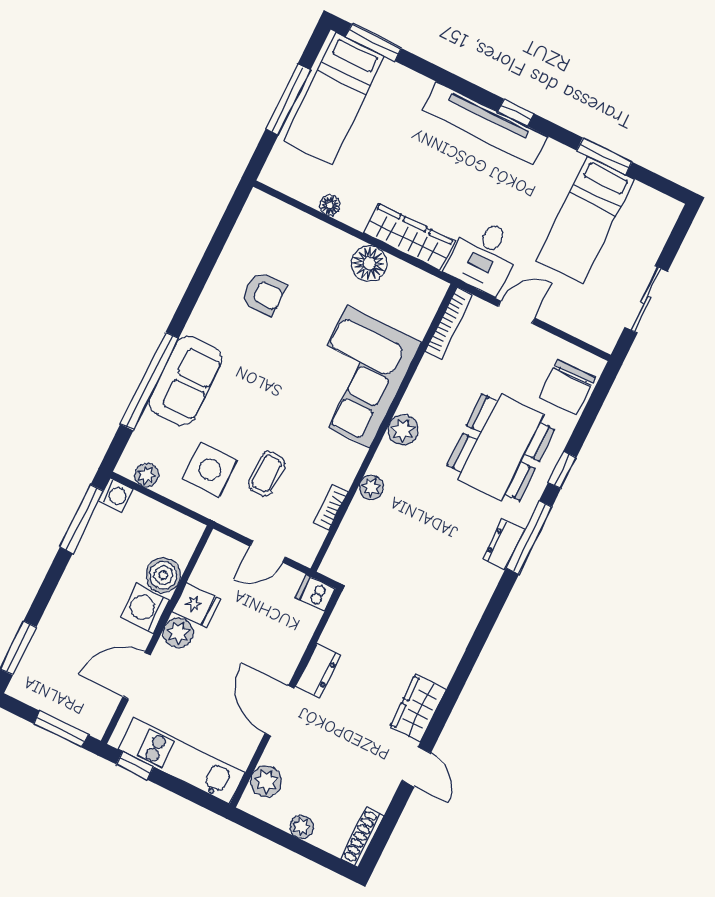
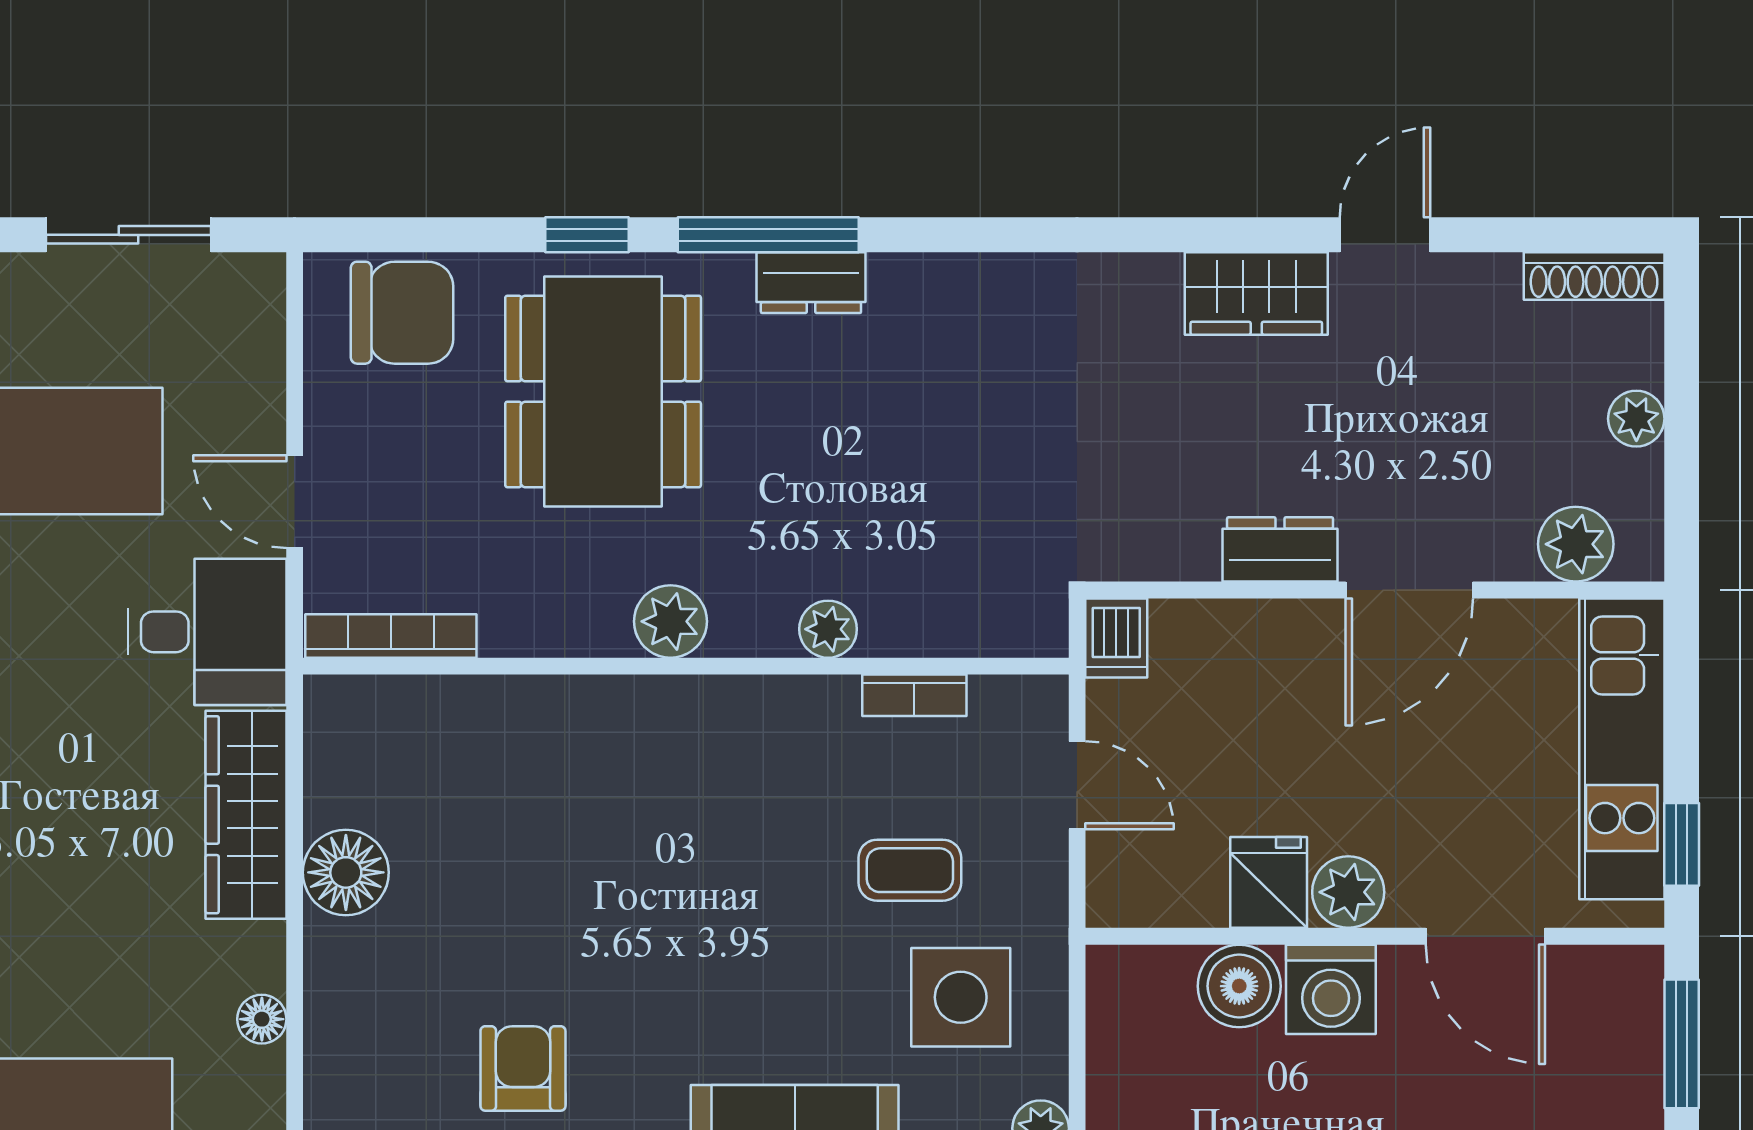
corner sofa: (358, 377) -> (602, 776), removed
dining table: (501, 447) -> (603, 391), turned 90

